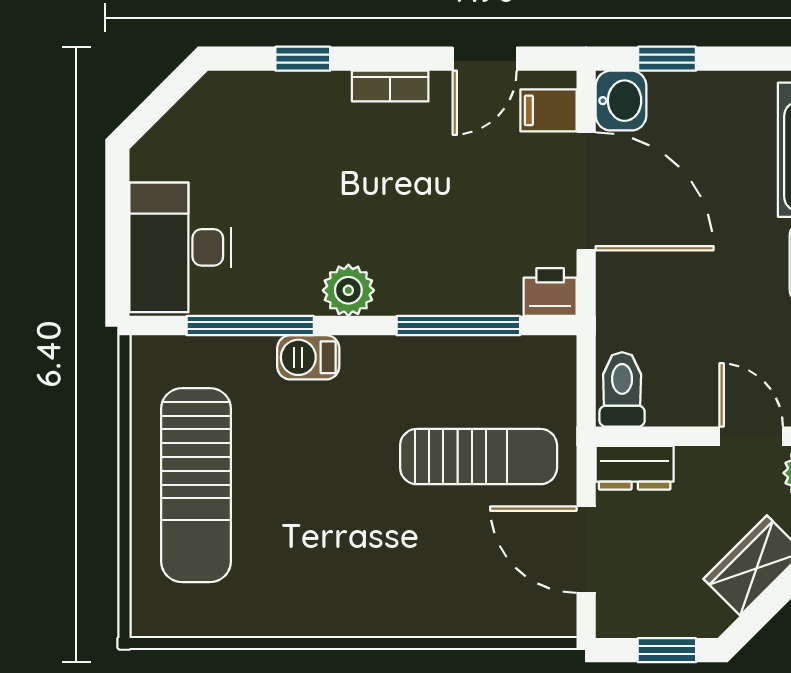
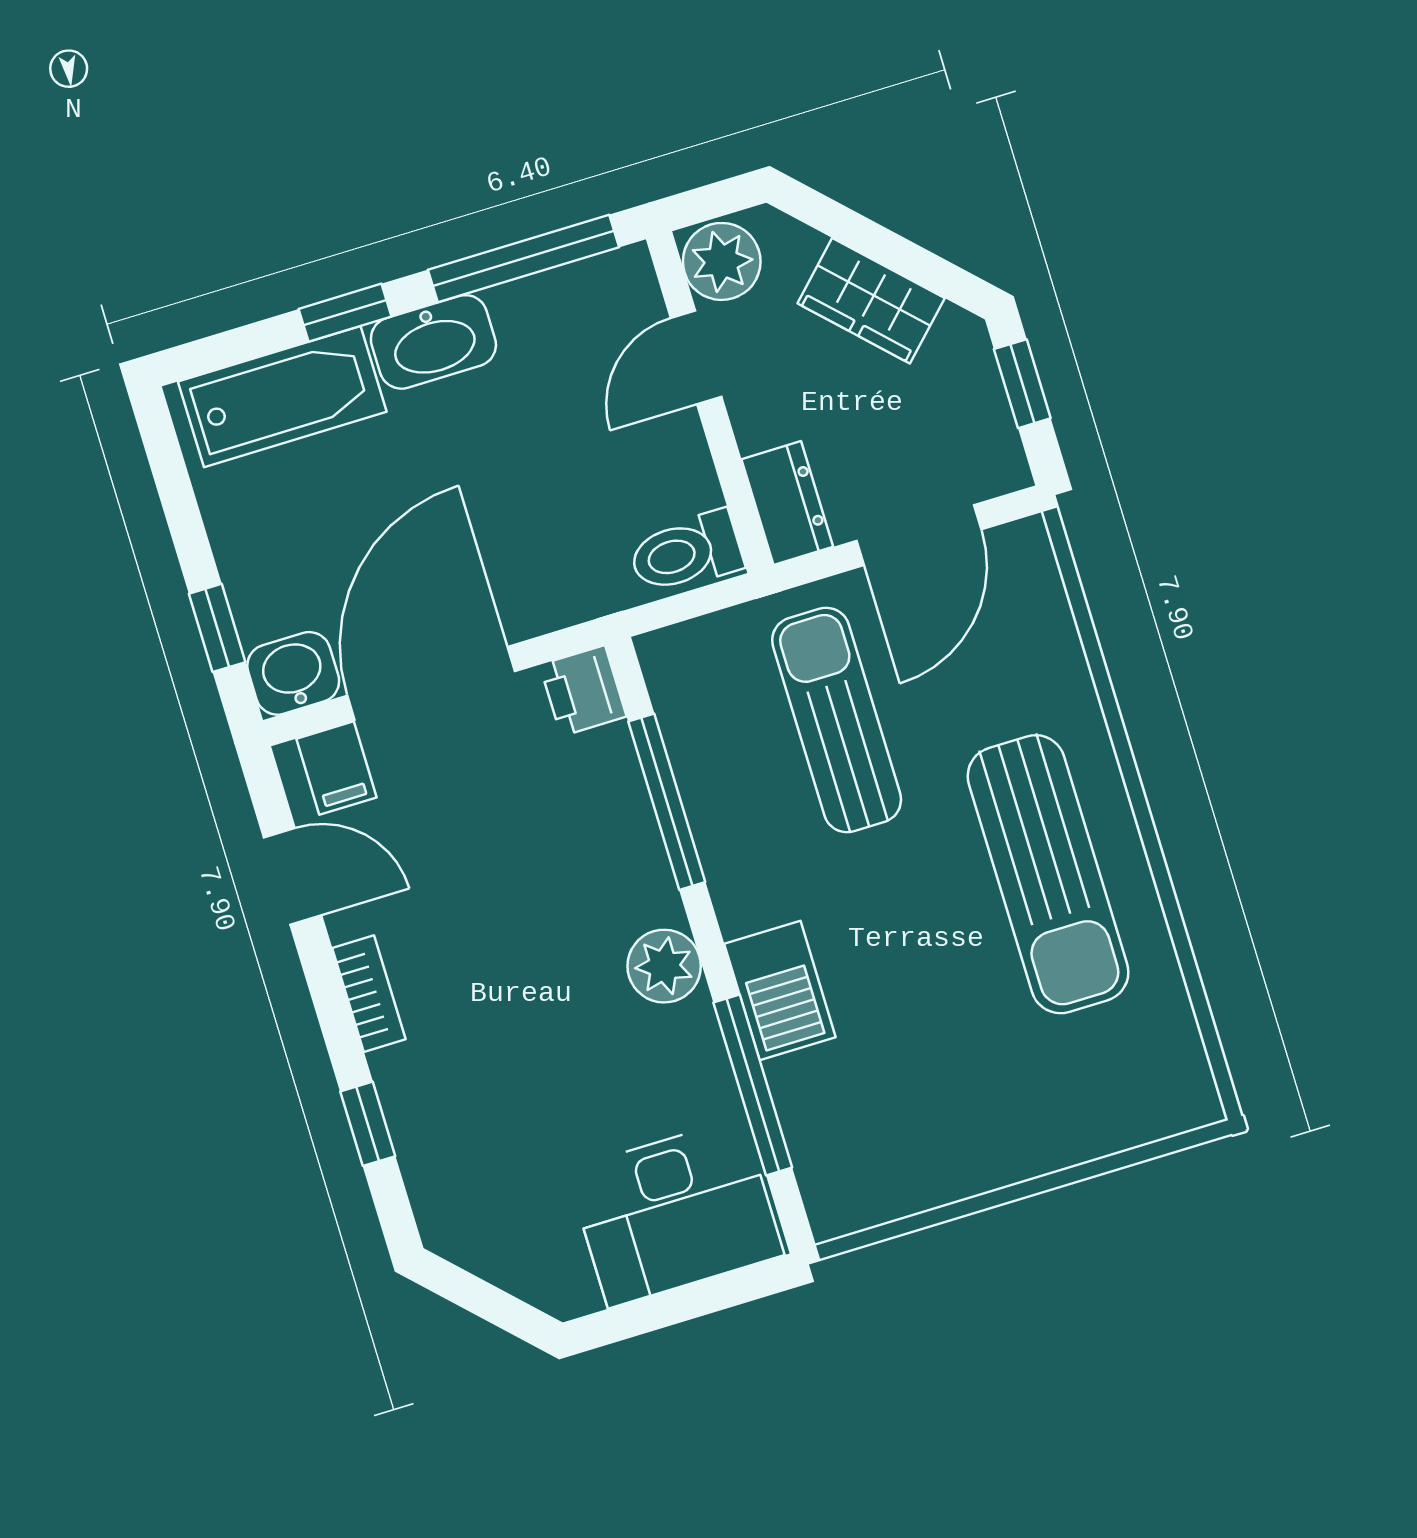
barbecue: (308, 357) -> (780, 991), width x1.38, depth x1.27
sun lounger: (196, 485) -> (1048, 874), moved, turned 90

